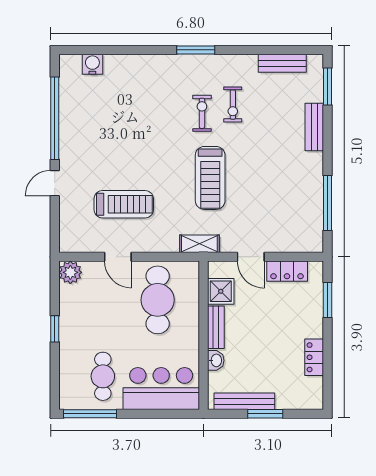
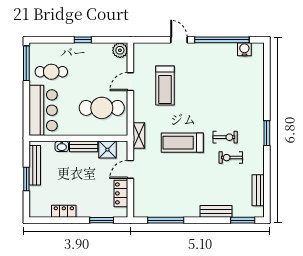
water cooler: (92, 64) -> (244, 49), moved, turned -90

